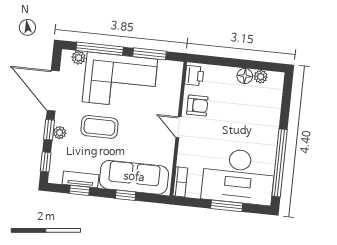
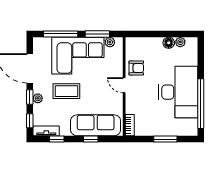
plant: (79, 58) -> (110, 42), moved
printer: (194, 76) -> (132, 46), removed
desk: (238, 176) -> (178, 92), moved, turned -90
tv unit: (81, 179) -> (46, 131), moved

